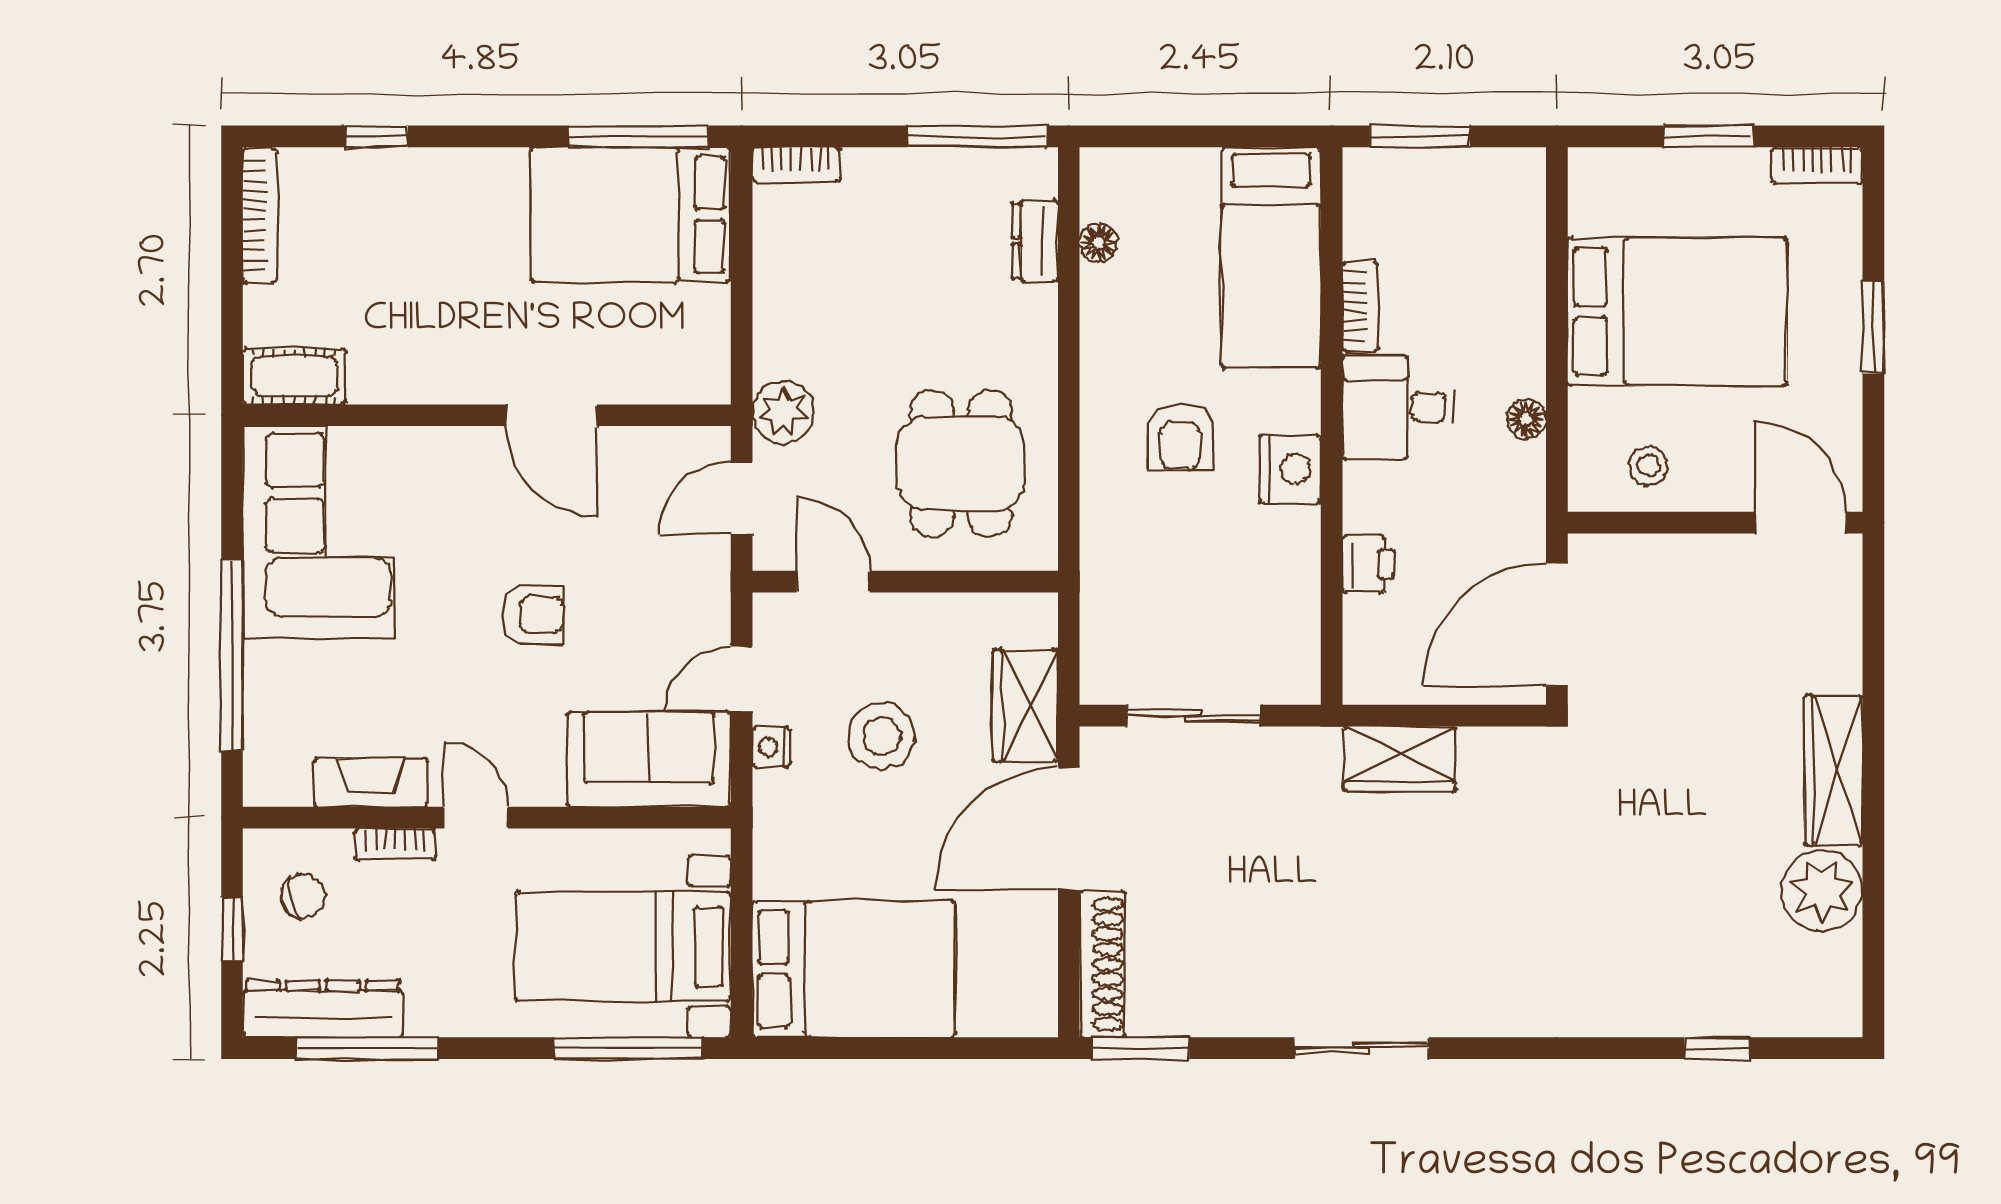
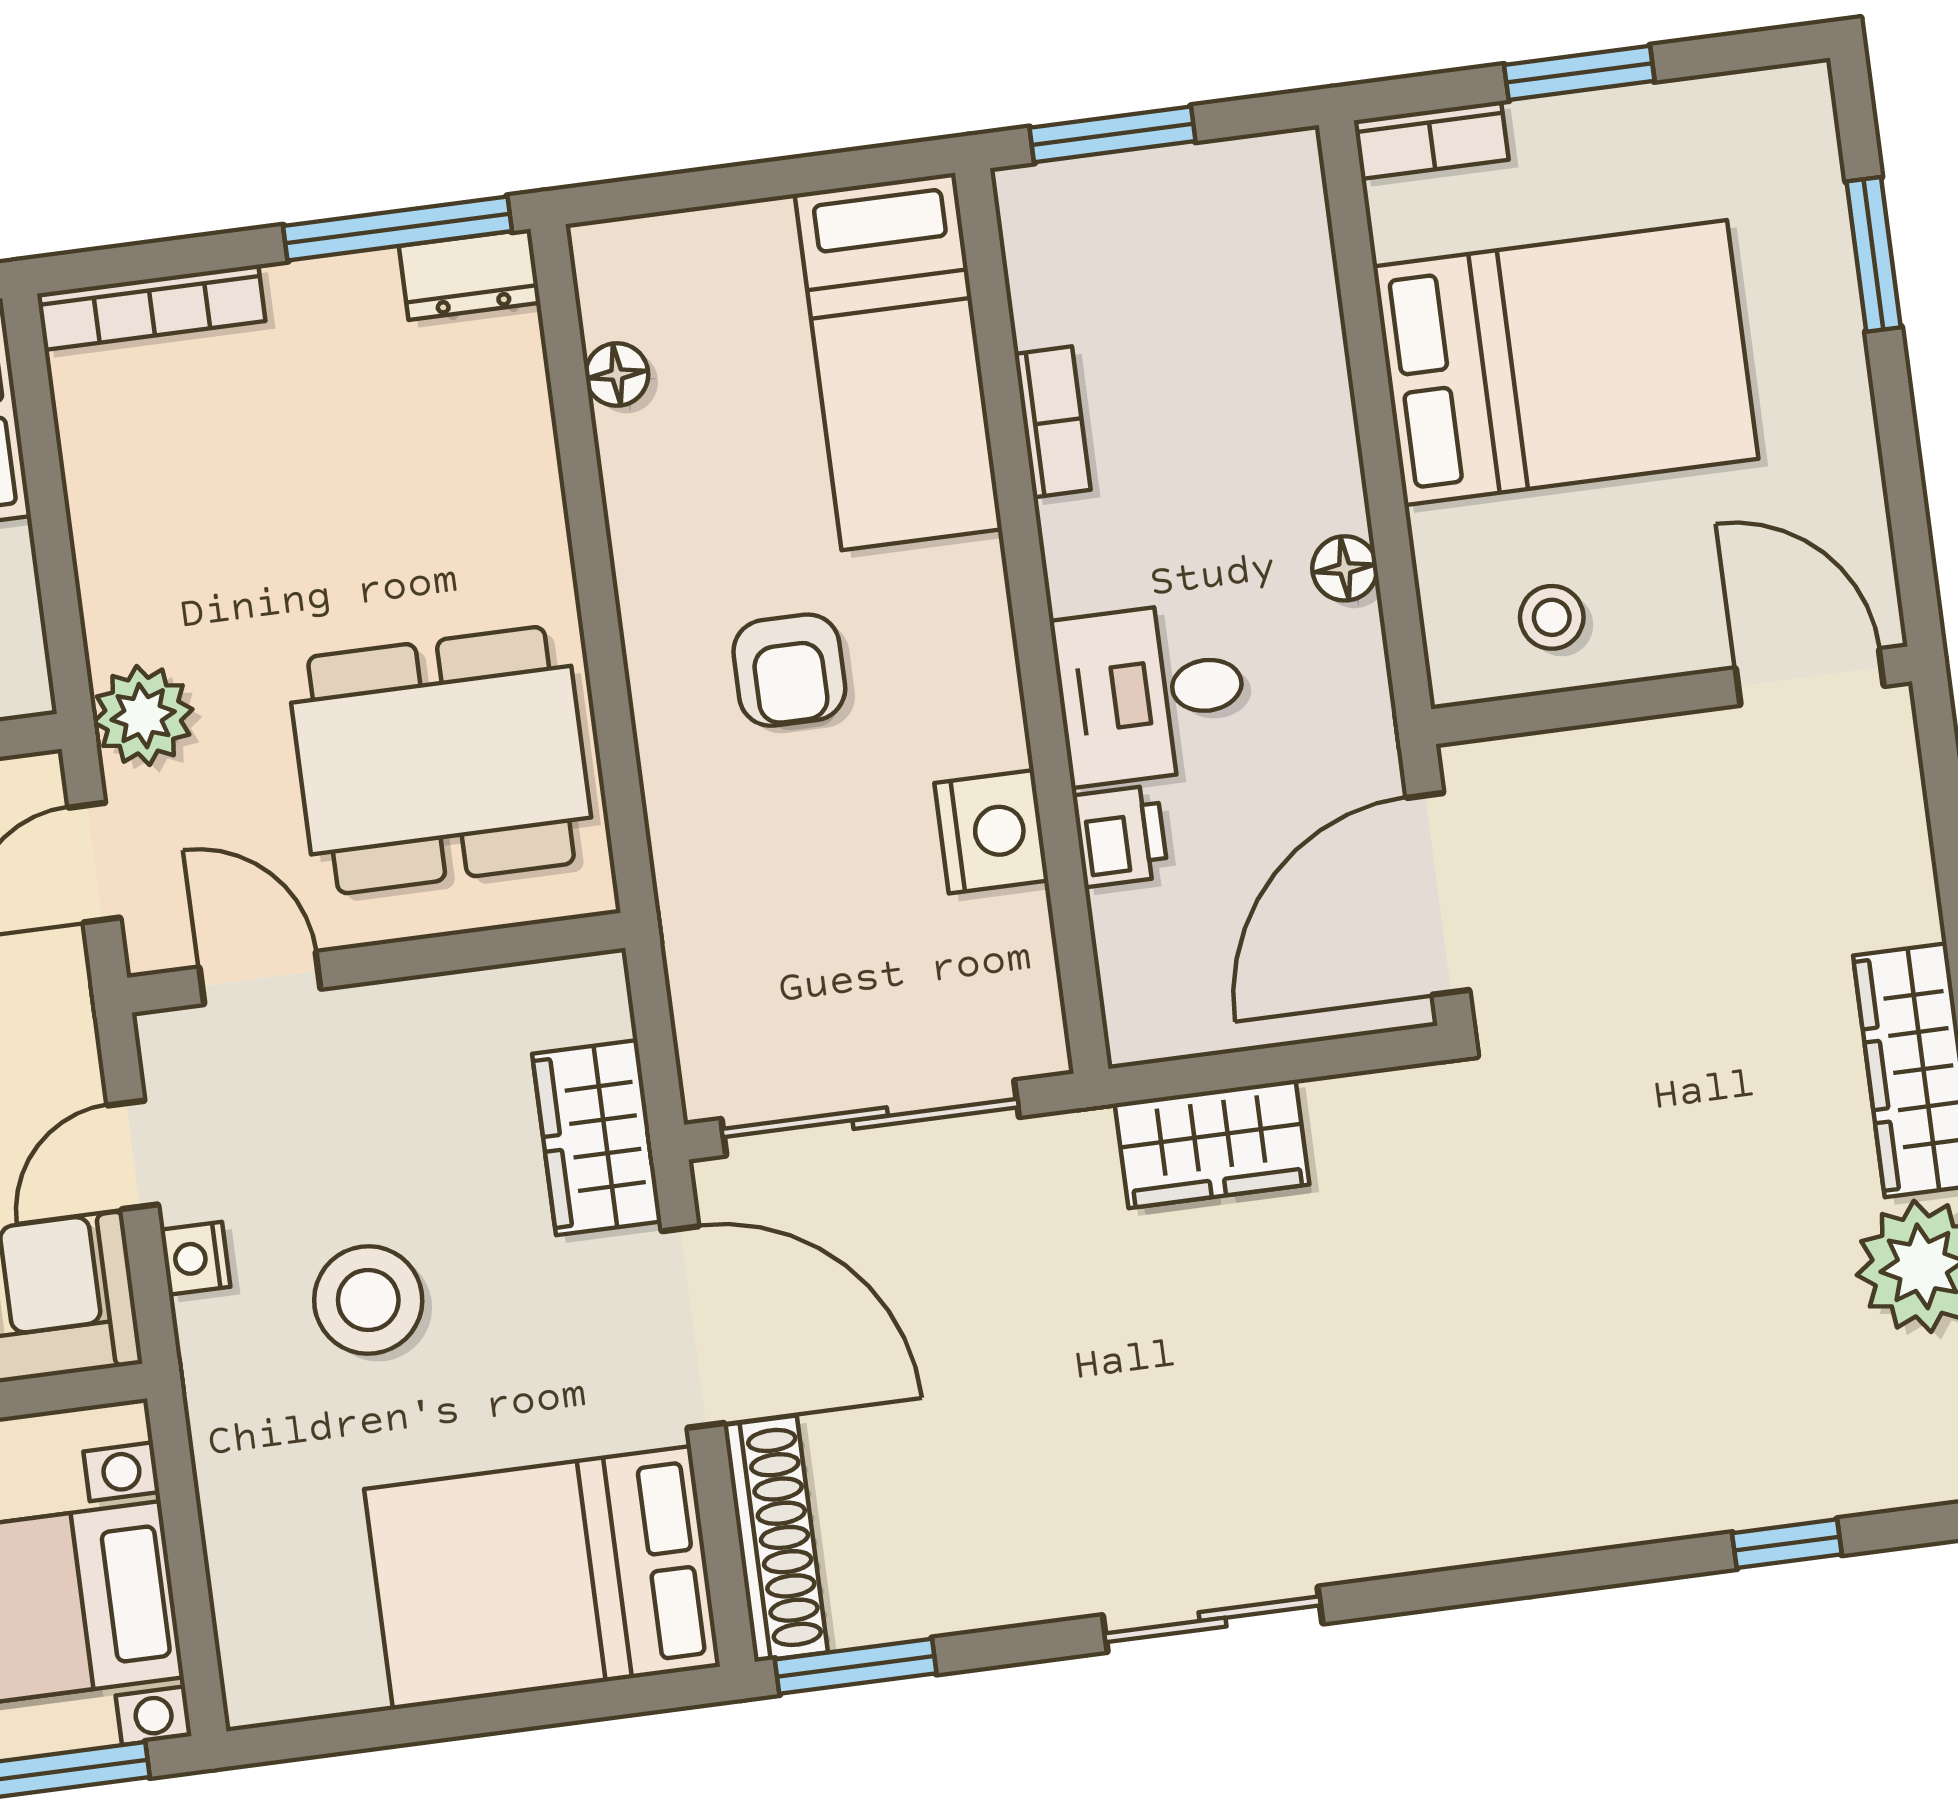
bookcase: (796, 165) -> (151, 307), width x1.56
bookcase: (1817, 165) -> (1431, 140), moved
dresser: (1035, 241) -> (470, 274), moved, turned -90
window: (1873, 327) -> (1874, 254), moved
desk: (1398, 407) -> (1151, 693), moved
dining table: (961, 463) -> (441, 760), width x1.38
nightstand: (1290, 469) -> (991, 832), moved
sliding door: (1193, 716) -> (870, 1118), width x1.37
stool: (882, 736) -> (368, 1300), moved
door: (1069, 829) -> (693, 1327), swing flipped
bed: (853, 969) -> (542, 1578), moved, turned 180

